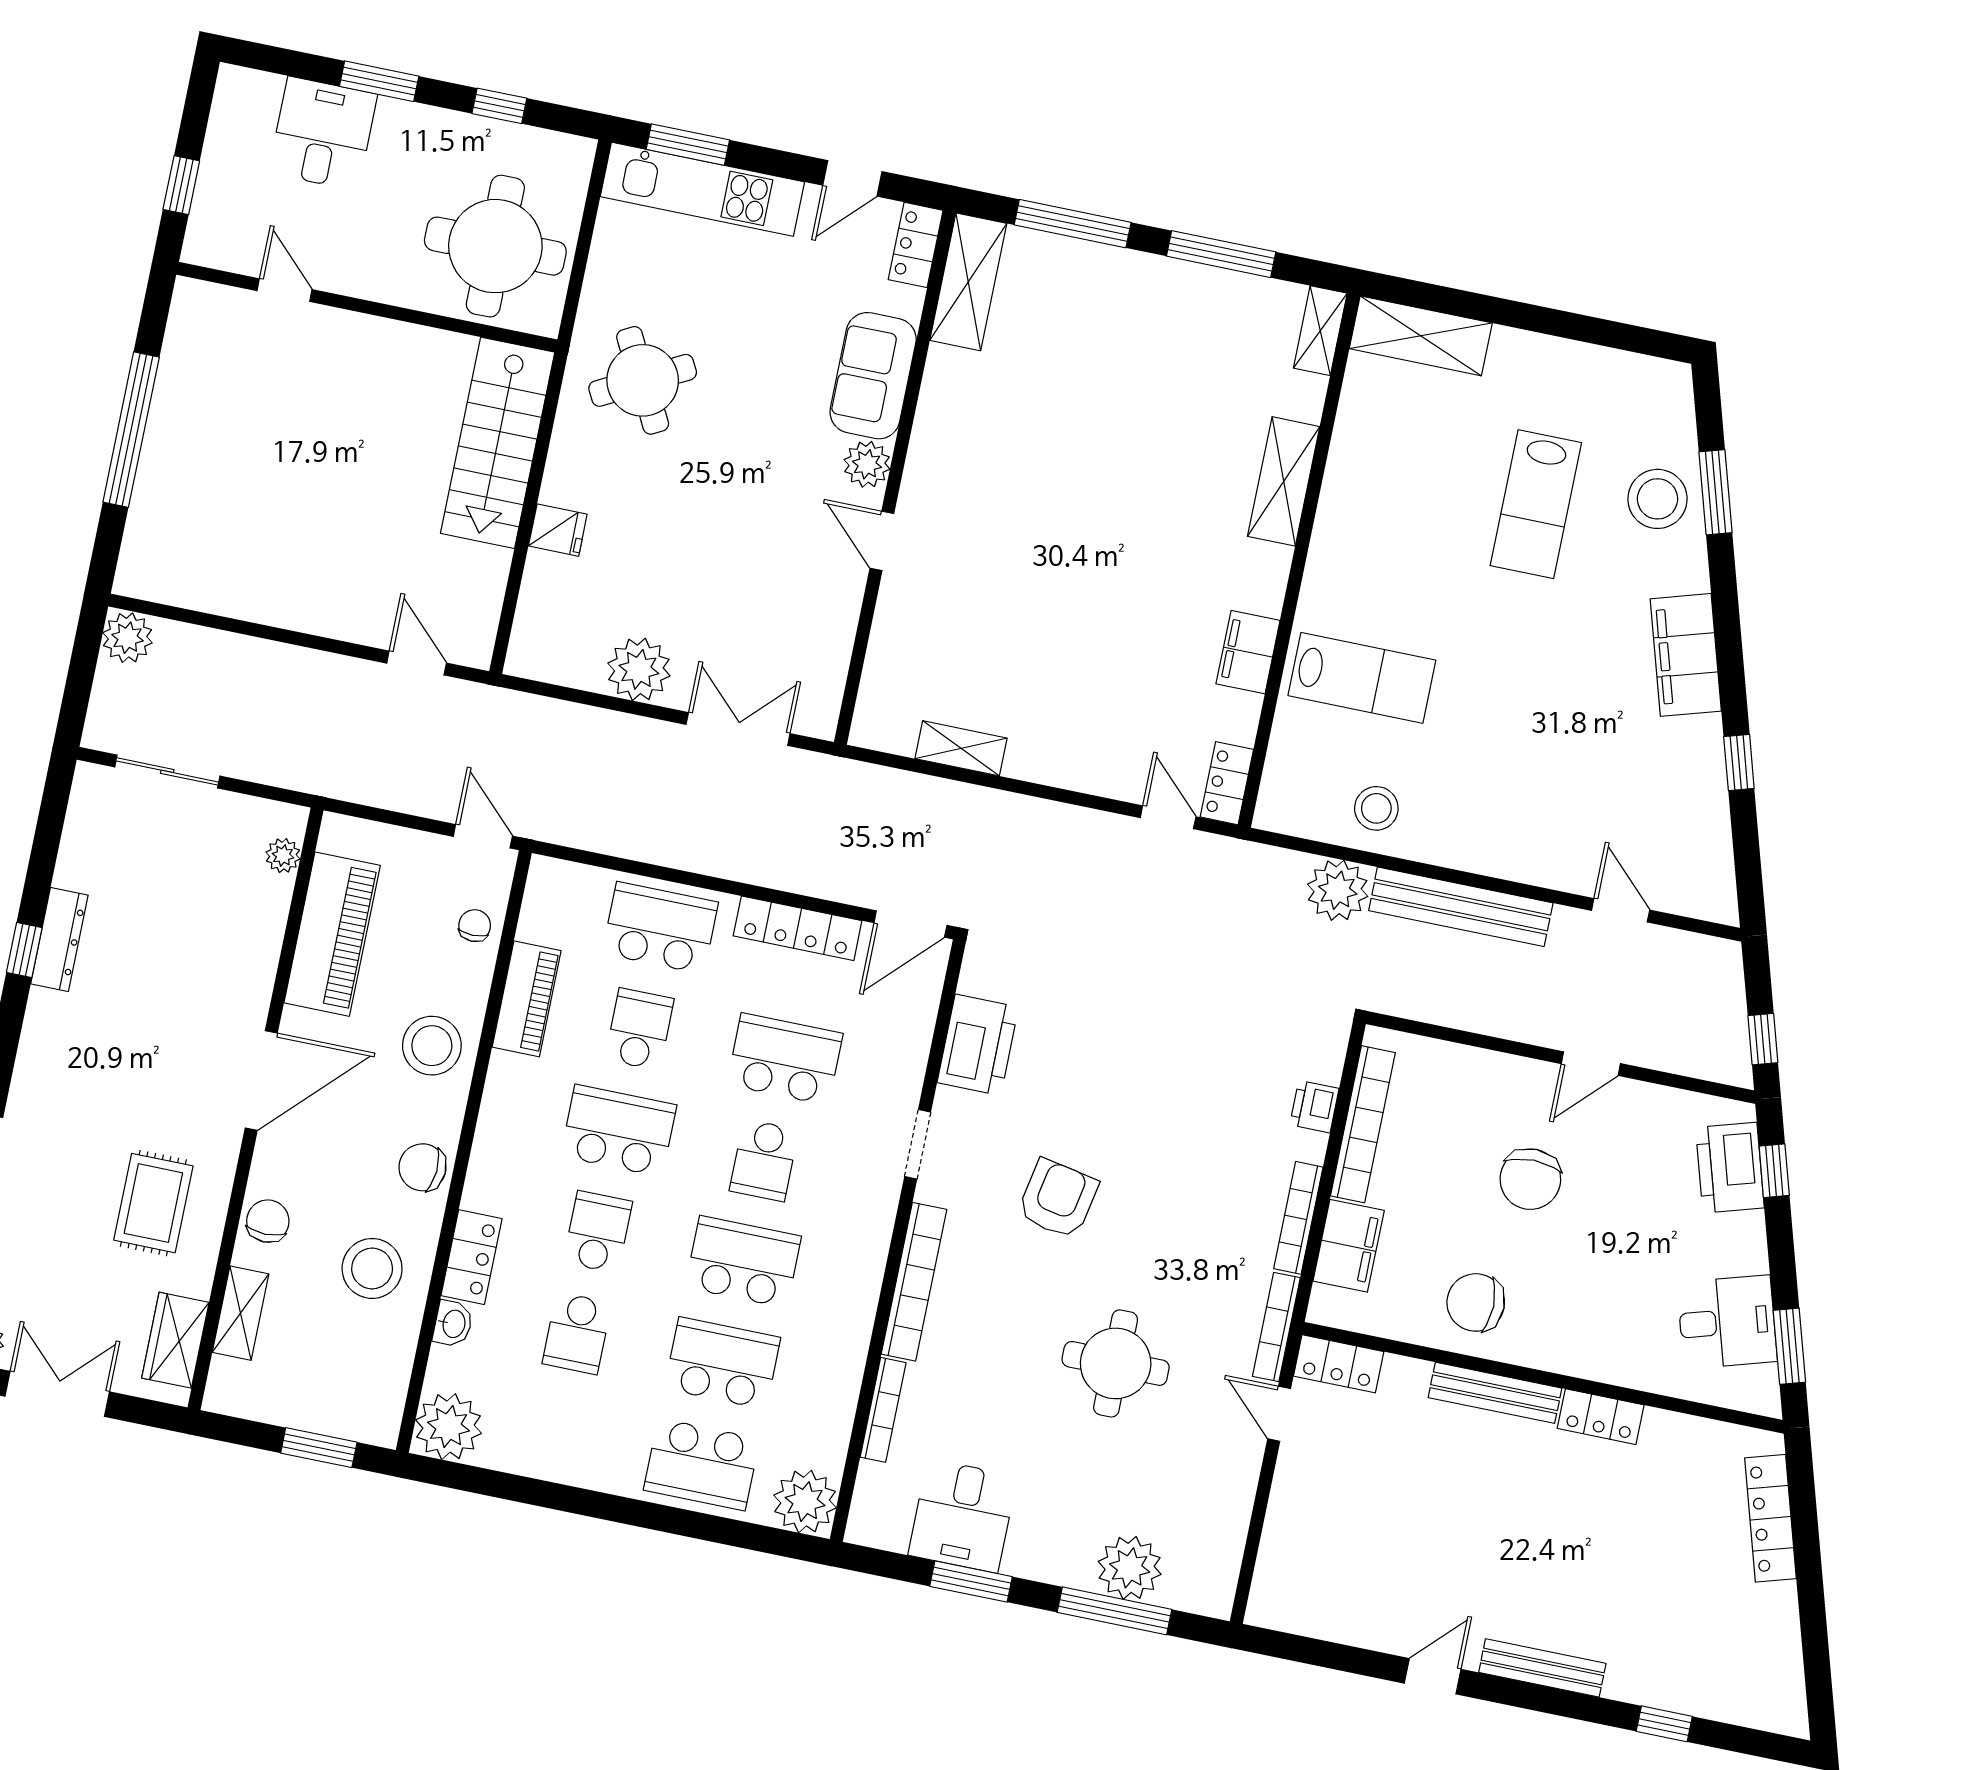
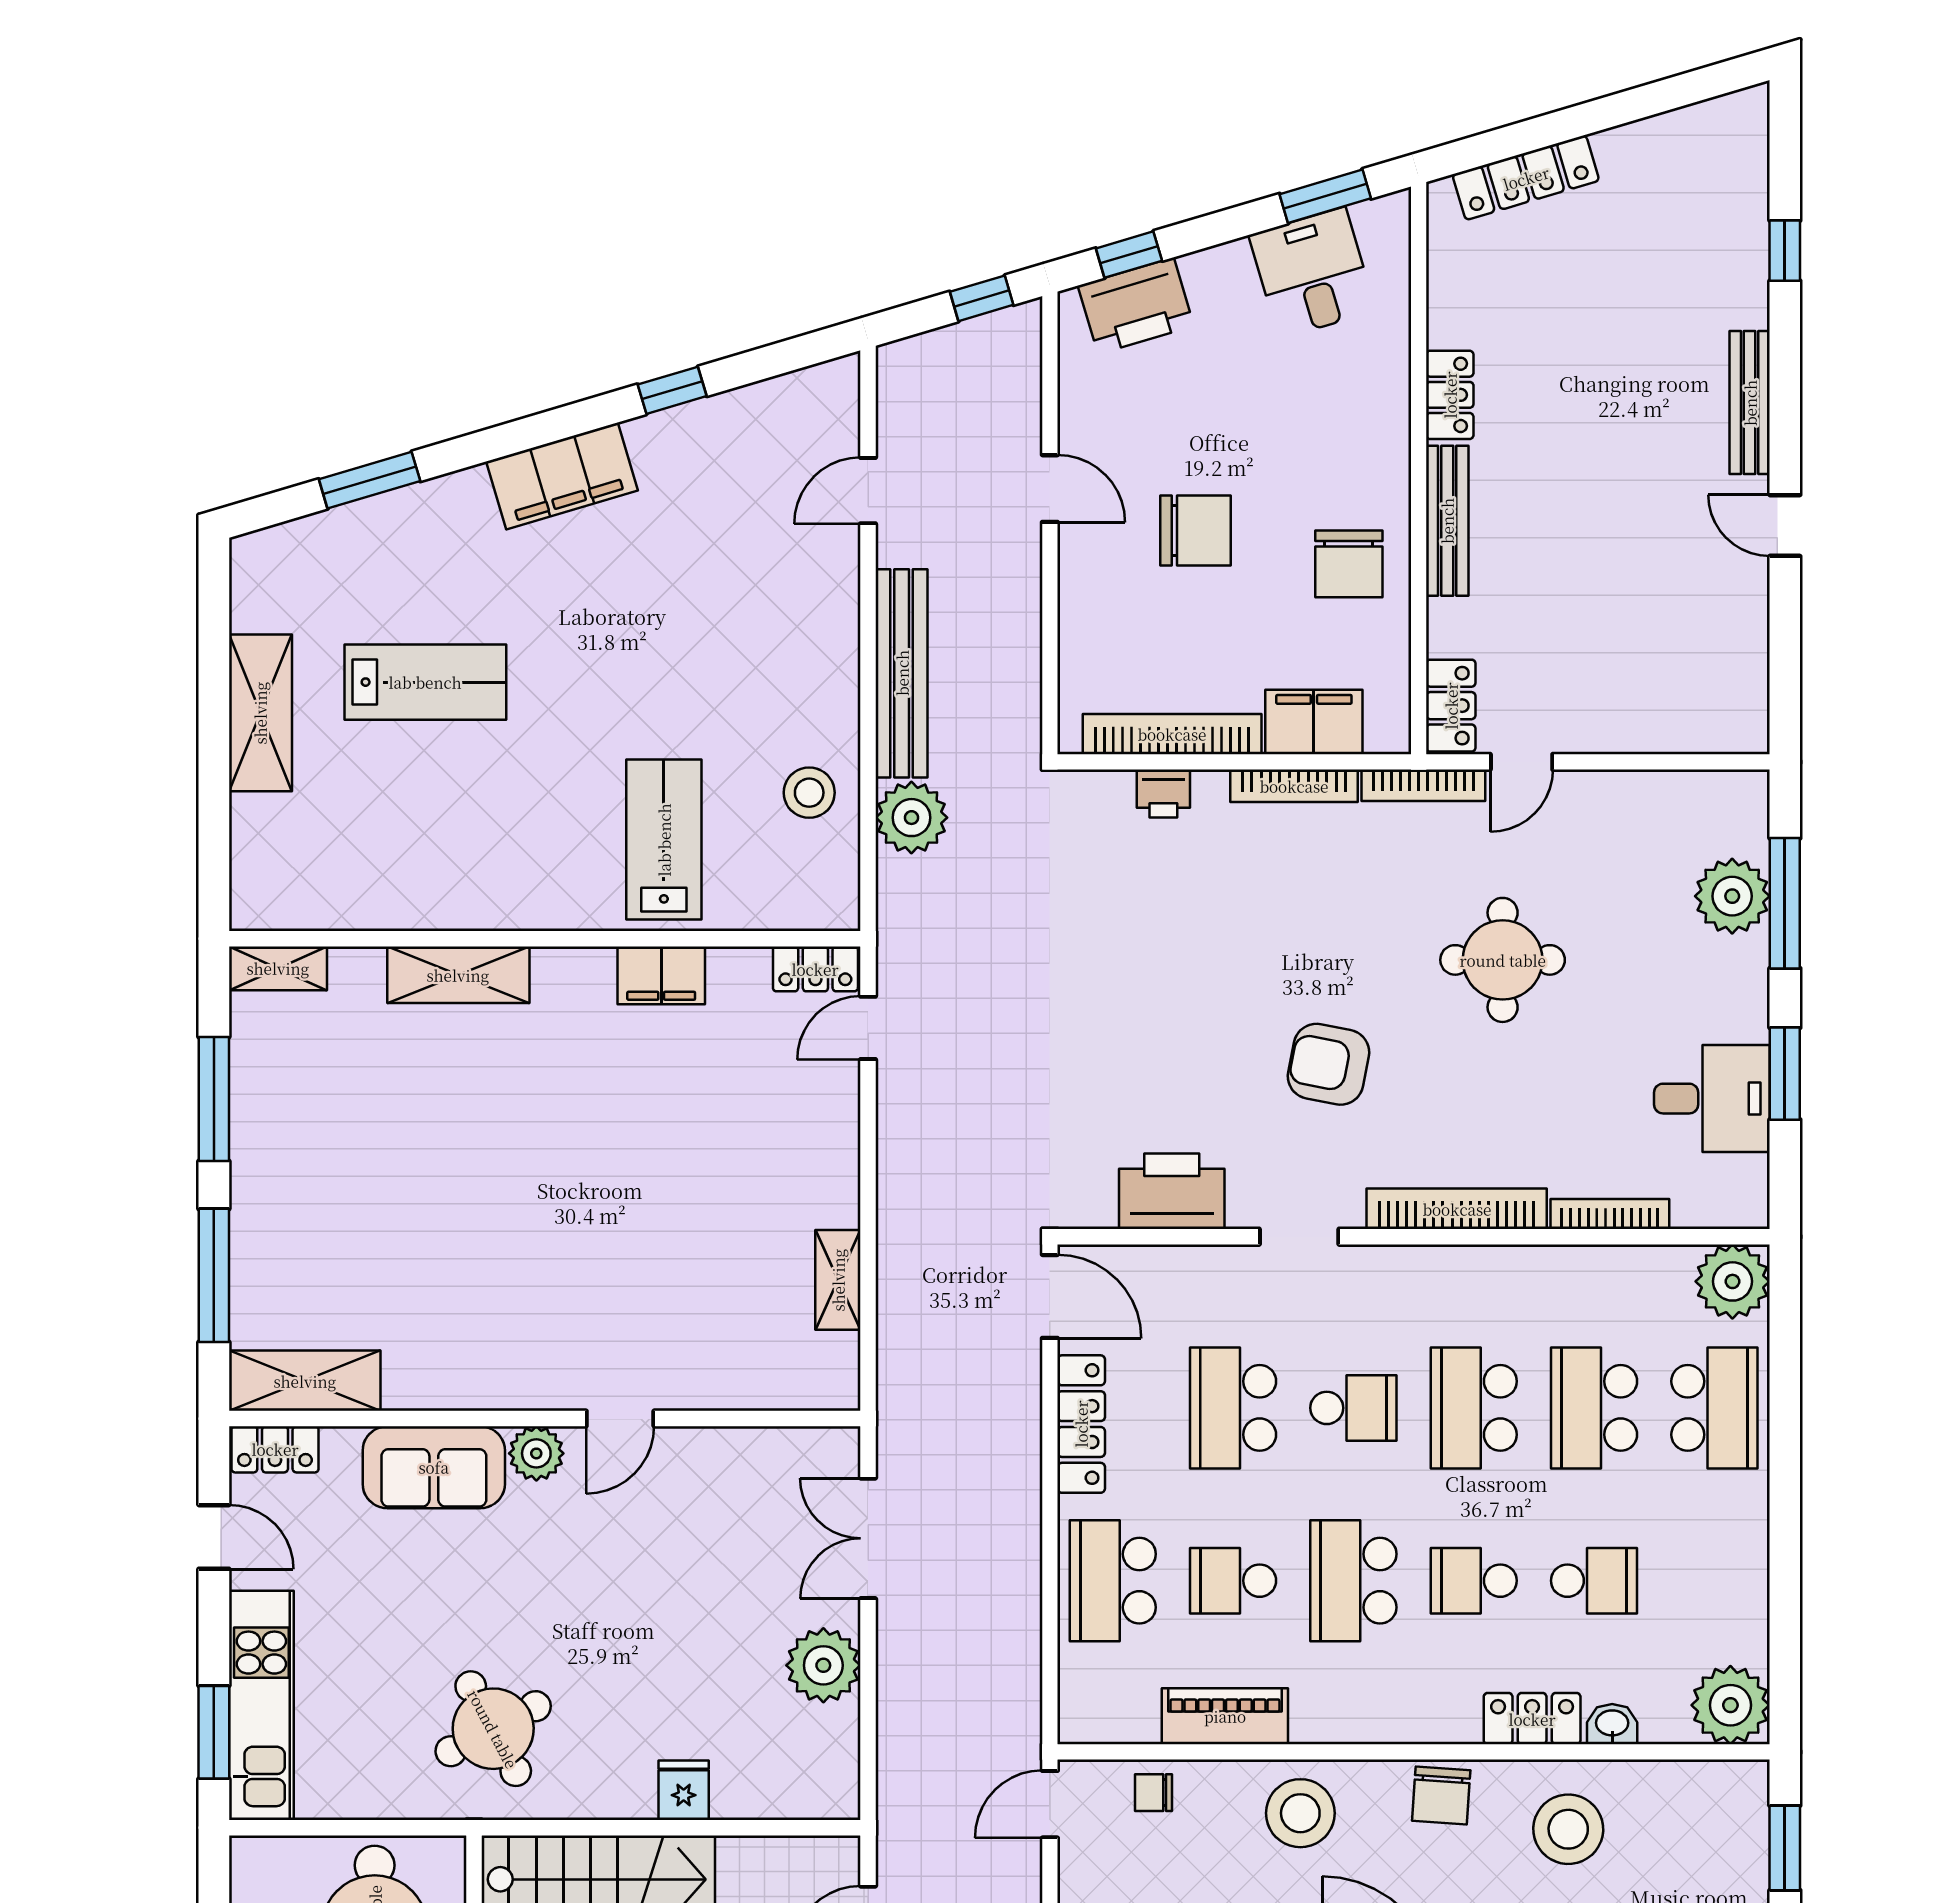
shelving: (1421, 336) -> (260, 713), moved
stool: (1658, 499) -> (391, 545), removed

